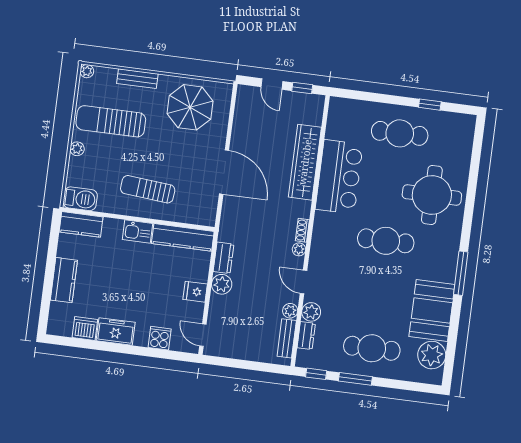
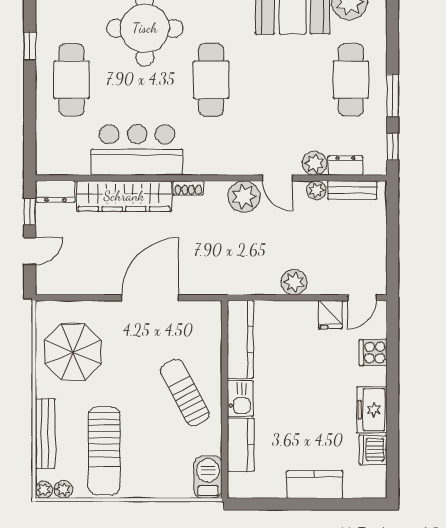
bench: (137, 79) -> (45, 433), width x1.36
plant: (77, 149) -> (63, 489), moved
sun lounger: (148, 189) -> (185, 392), turned 147
kitchen counter: (81, 224) -> (241, 445), moved
shoe rack: (302, 230) -> (188, 188), moved
plant: (299, 249) -> (244, 197), width x1.88, depth x1.88
dresser: (223, 258) -> (55, 192), moved, turned 180
door: (303, 282) -> (277, 178), hinge flipped
fridge: (195, 292) -> (330, 315), moved

